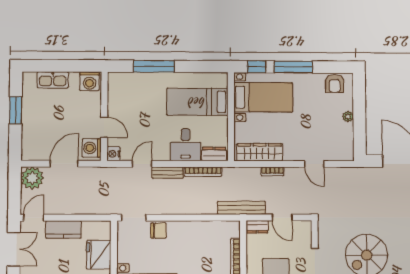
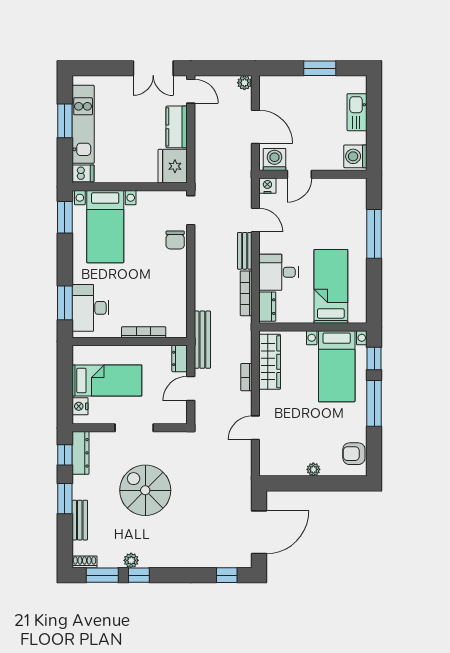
plant: (32, 178) -> (244, 83), width x0.53, depth x0.53
fridge: (99, 255) -> (173, 166), moved, turned -90

